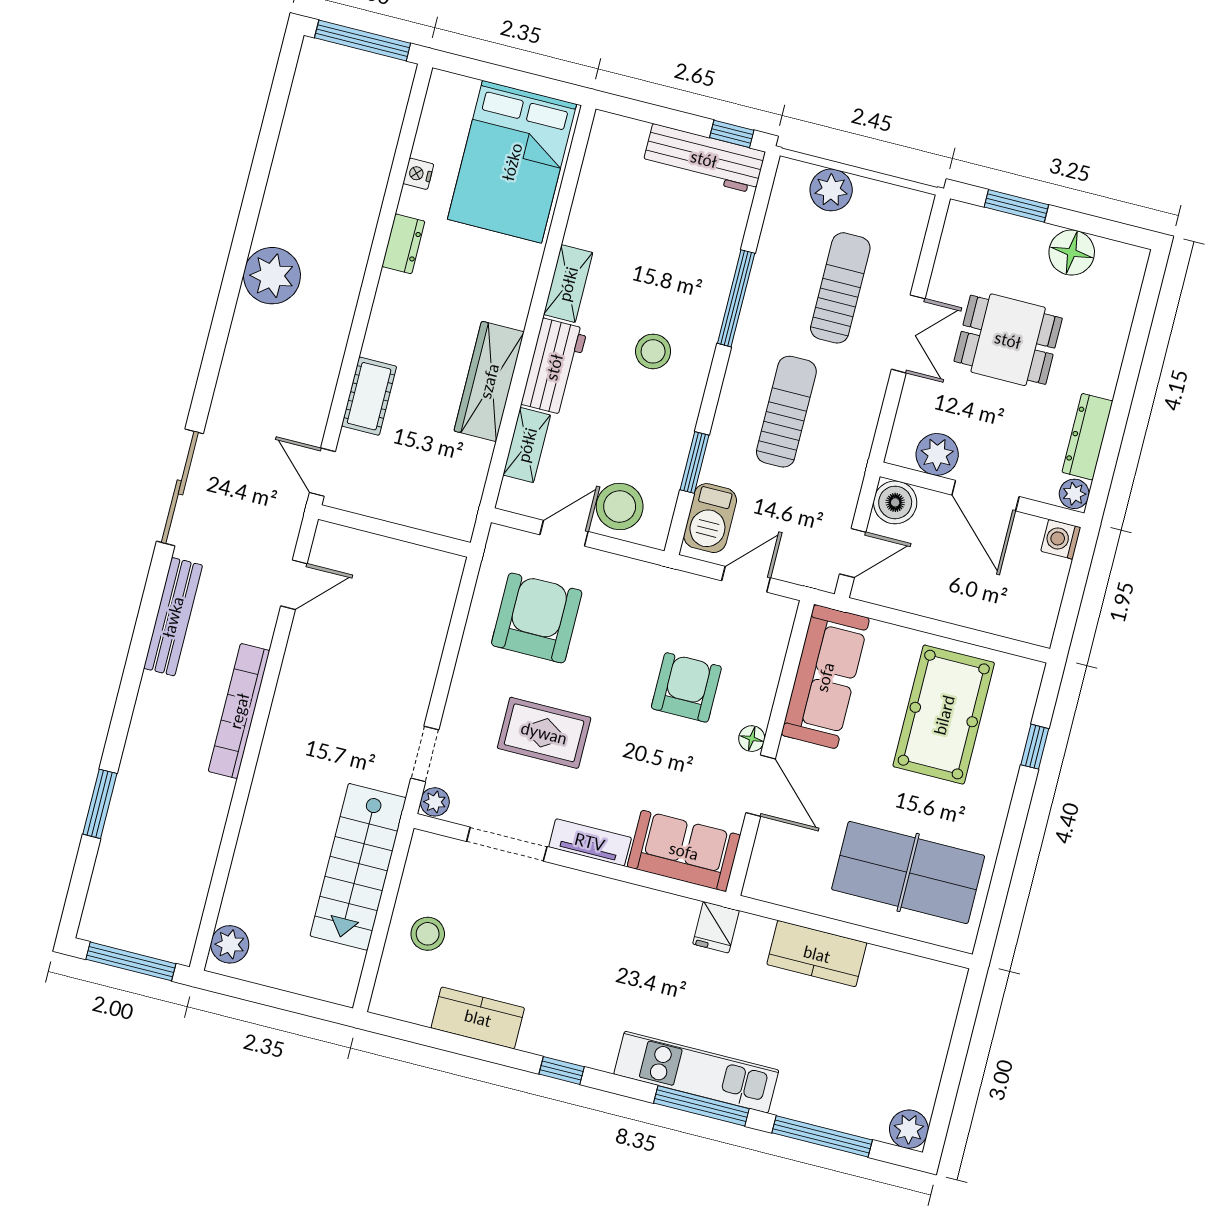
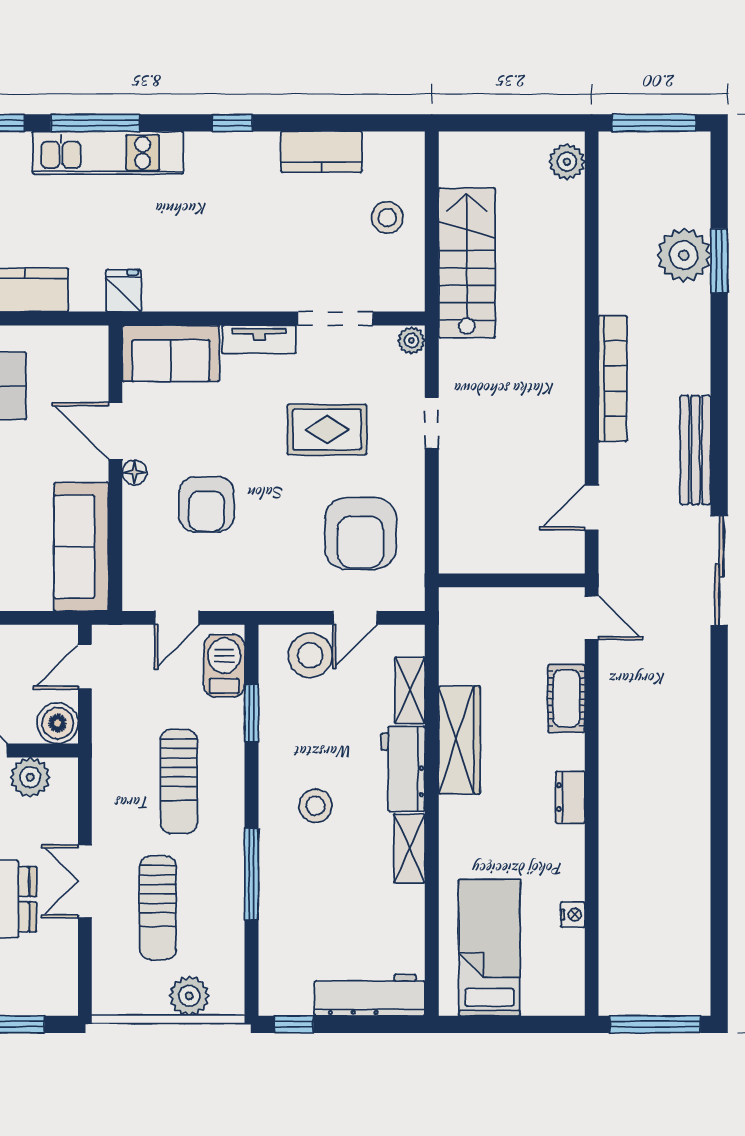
workbench: (704, 159) -> (370, 995), moved
bed: (512, 162) -> (489, 948), width x0.67
dresser: (403, 244) -> (570, 797), moved
plant: (272, 276) -> (684, 255), moved
doorway: (425, 754) -> (432, 423), moved

